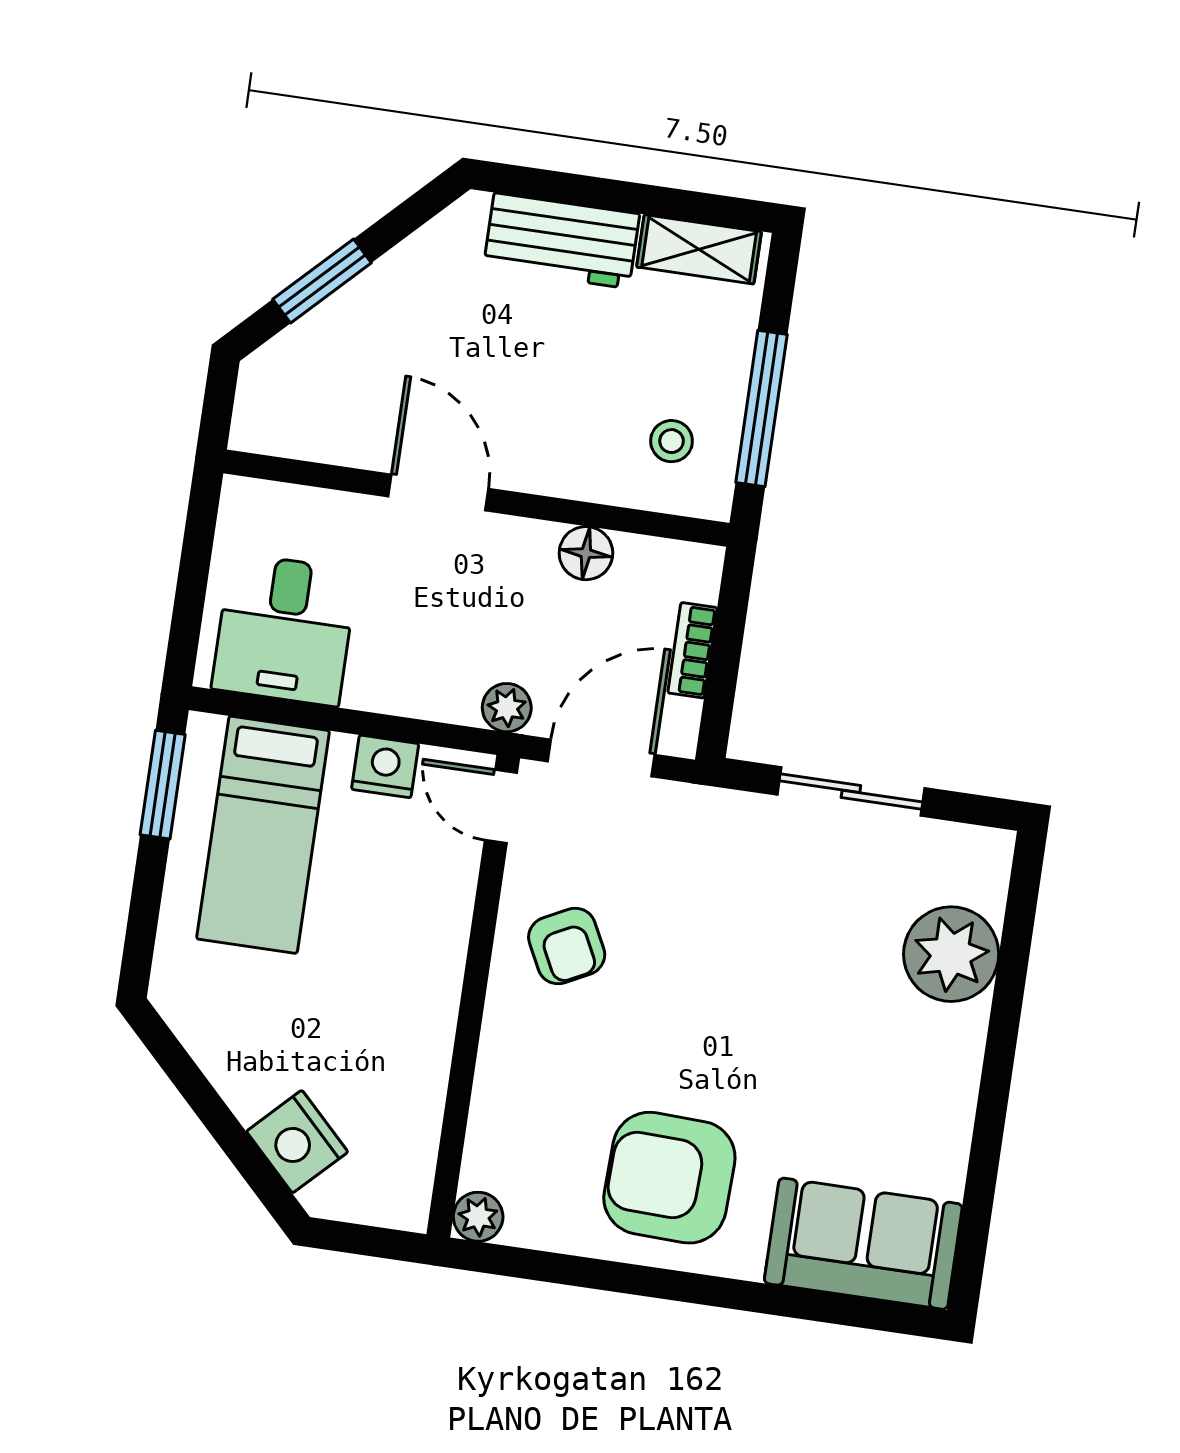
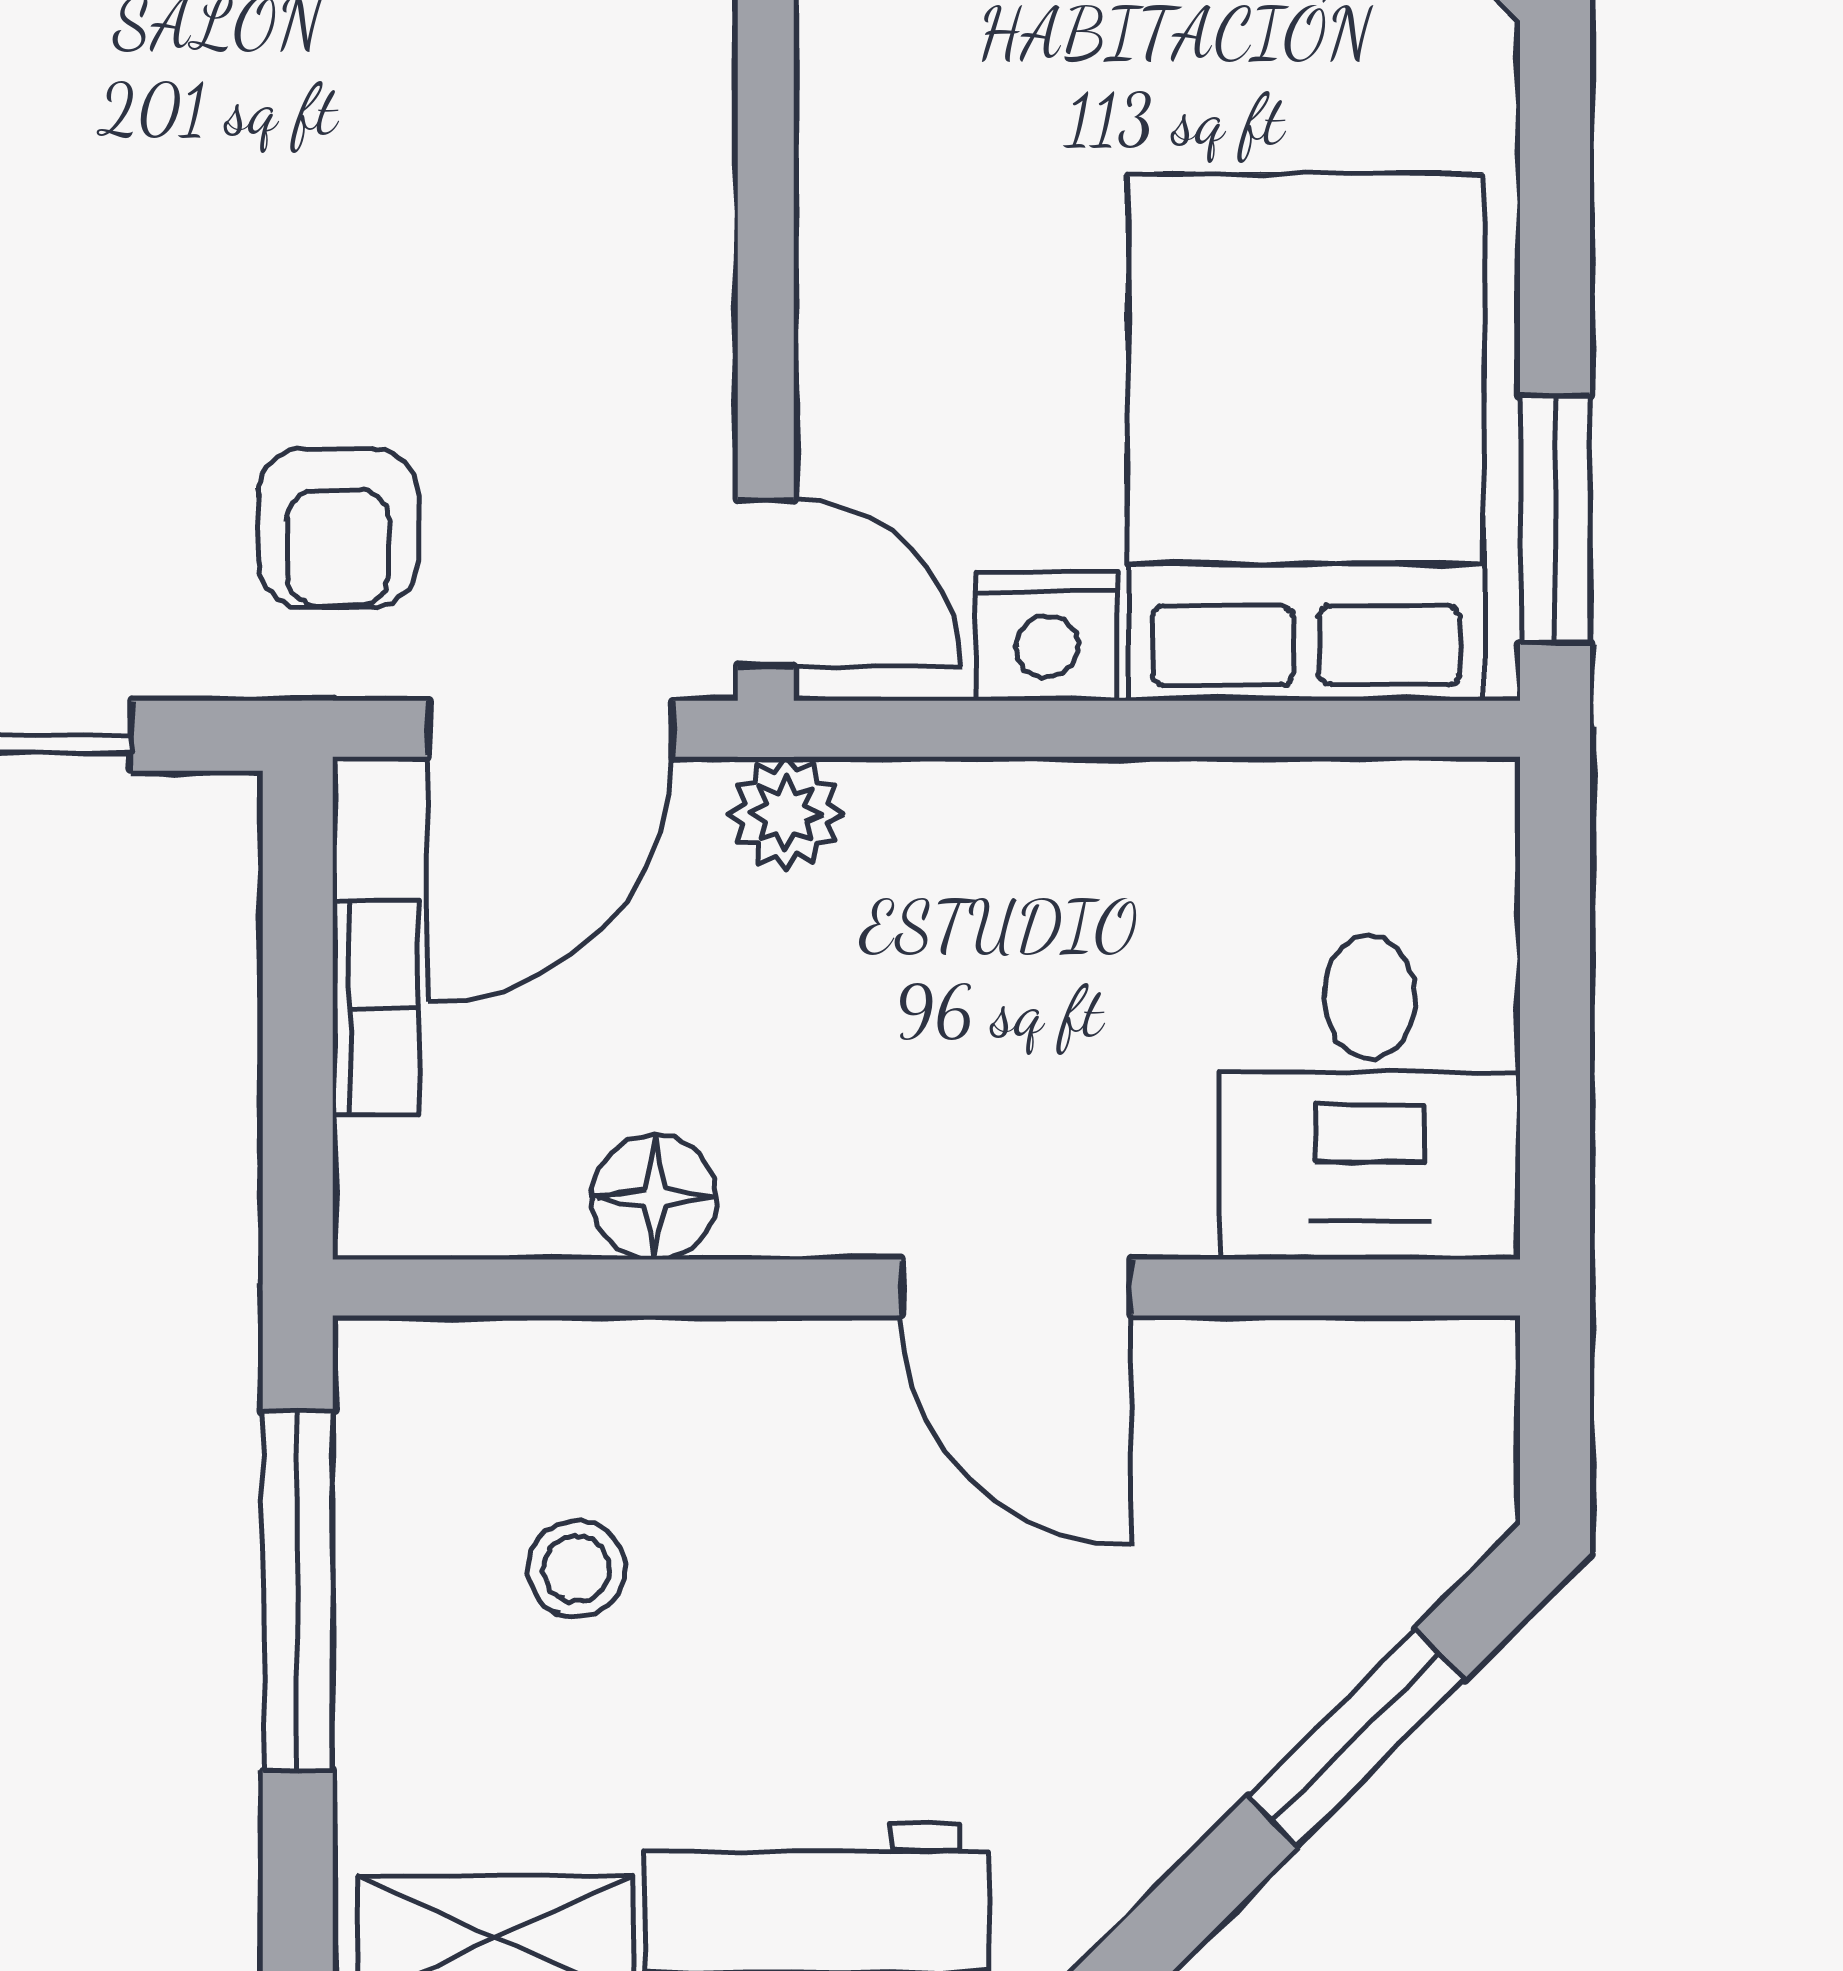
stool: (672, 441) -> (576, 1569), moved
desk: (285, 630) -> (1370, 1097), moved, turned 180
bed: (263, 835) -> (1306, 437), width x1.50
armchair: (567, 946) -> (338, 528), moved, turned -153

